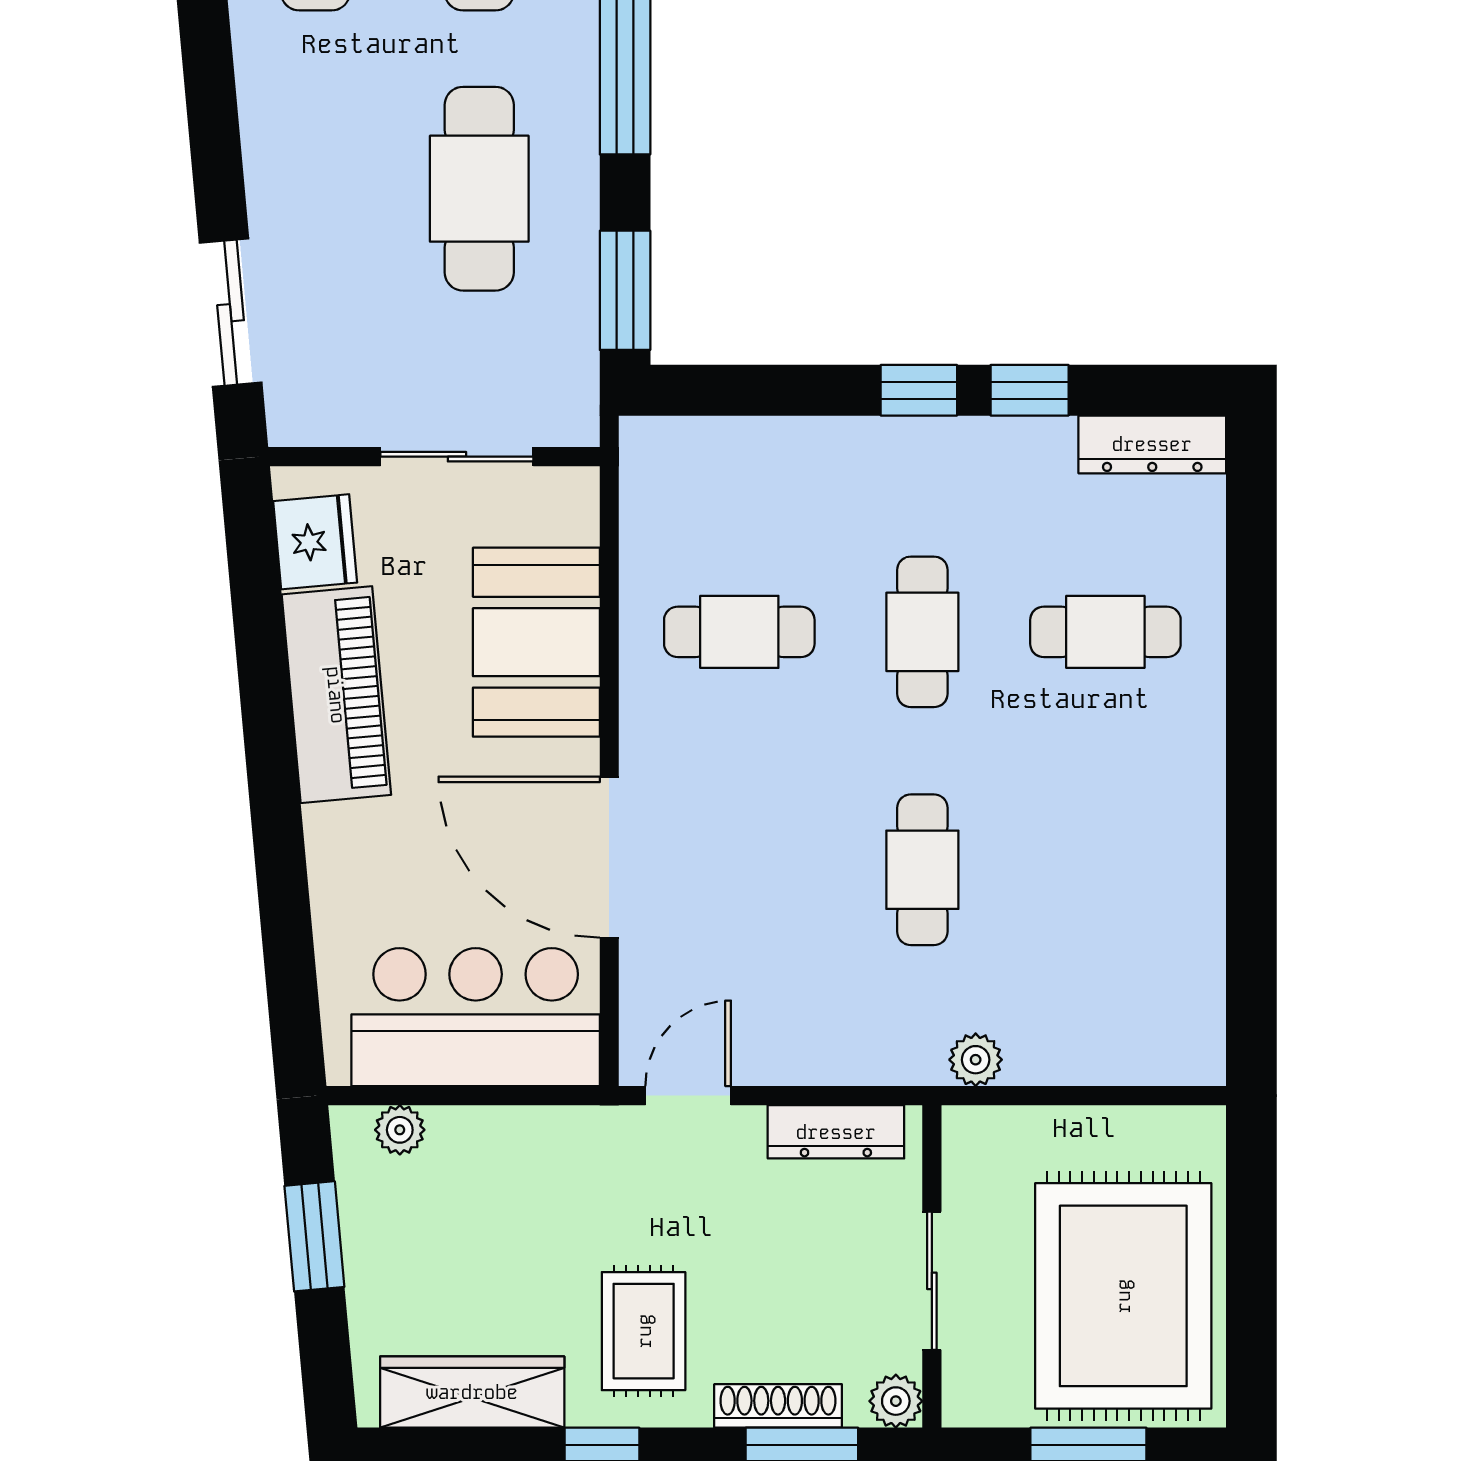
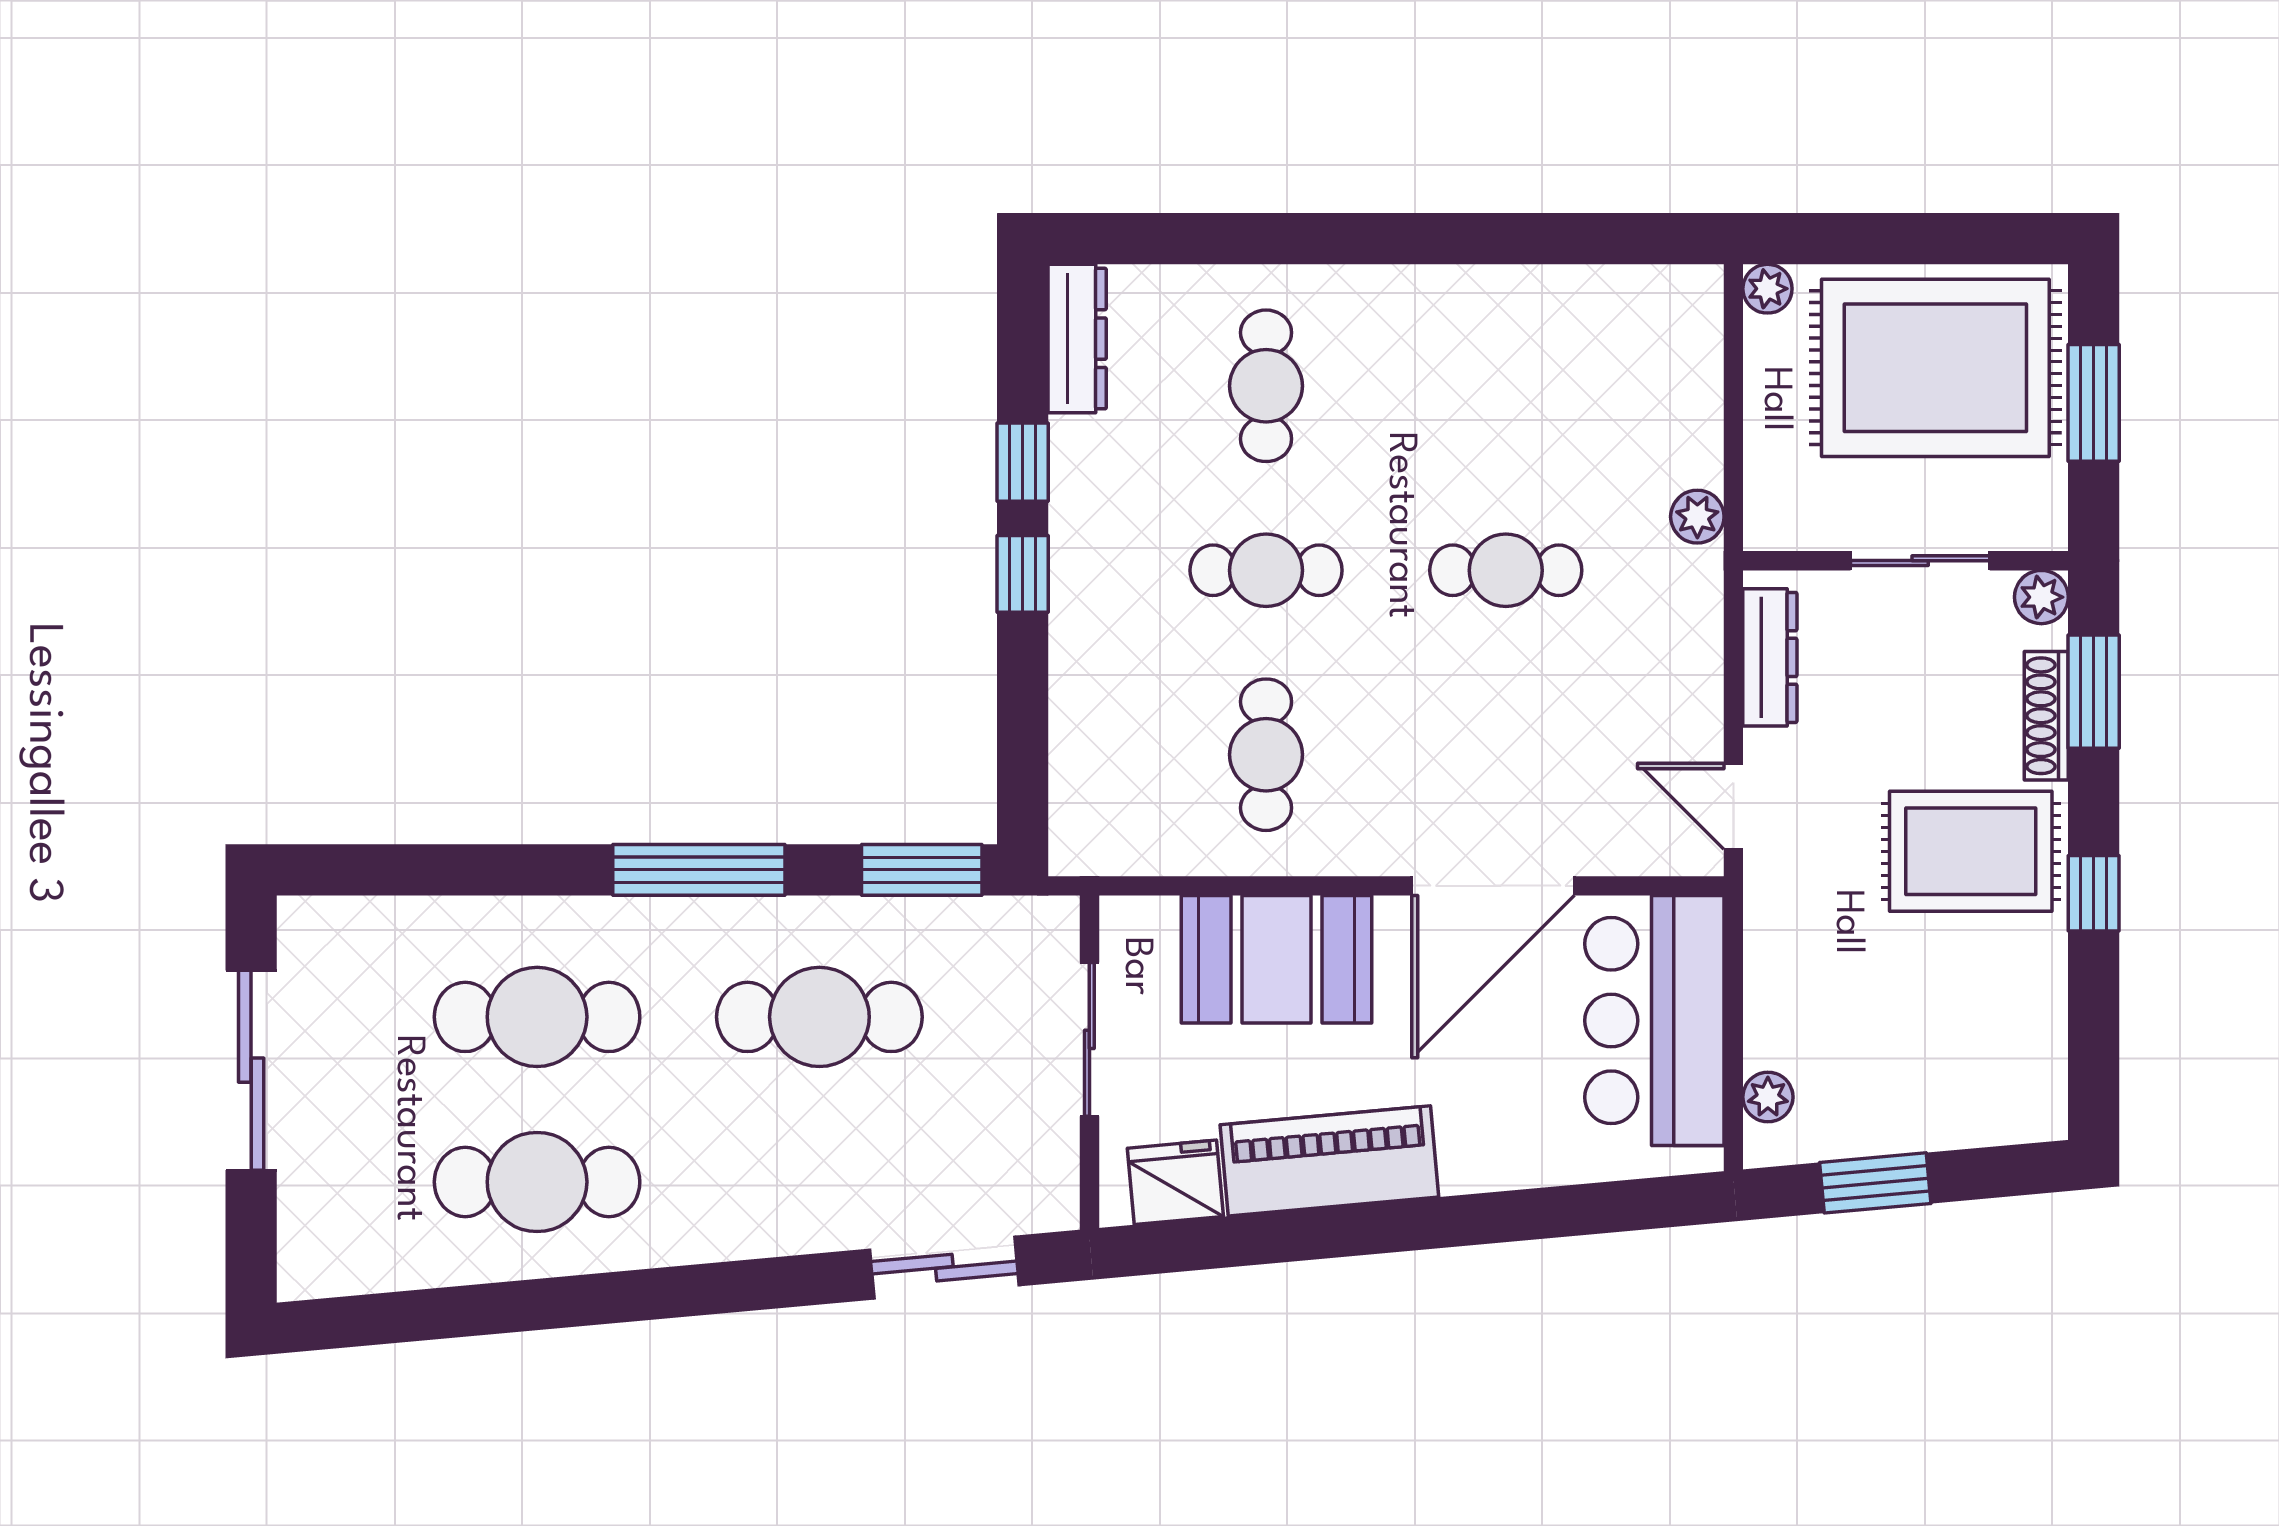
plant: (1202, 1129) -> (1767, 289), added
rug: (644, 1331) -> (1971, 851), width x1.36, depth x1.43
wardrobe: (472, 1392) -> (2032, 1024), removed

